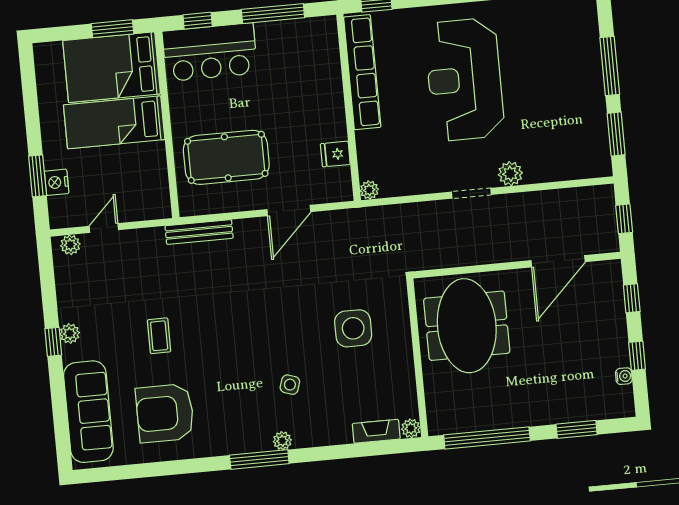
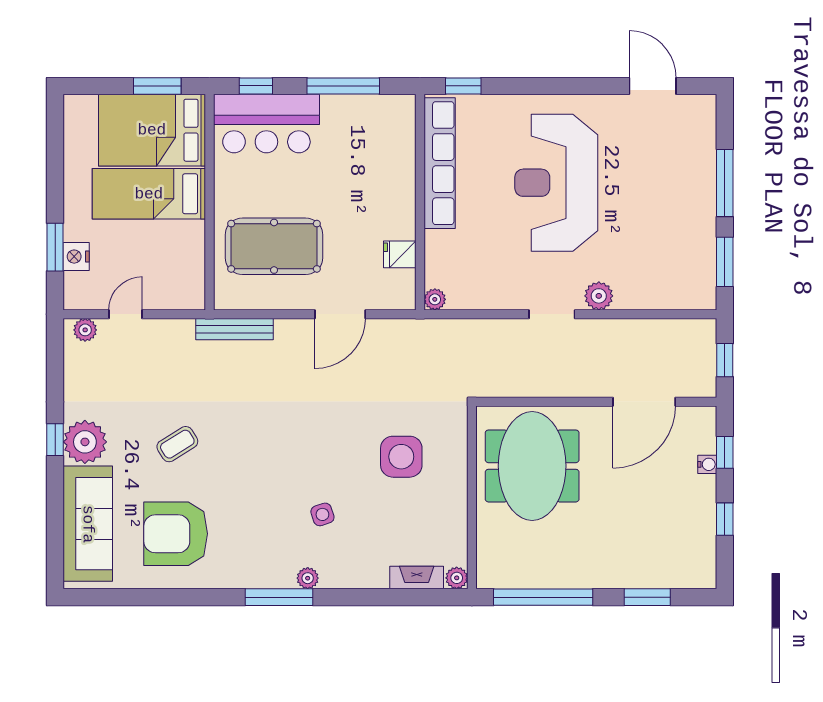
plant: (70, 333) -> (85, 442), width x1.87, depth x1.87
coffee table: (159, 336) -> (177, 444), turned 58
water cooler: (624, 376) -> (707, 464), moved
side table: (290, 385) -> (322, 514), turned -37

